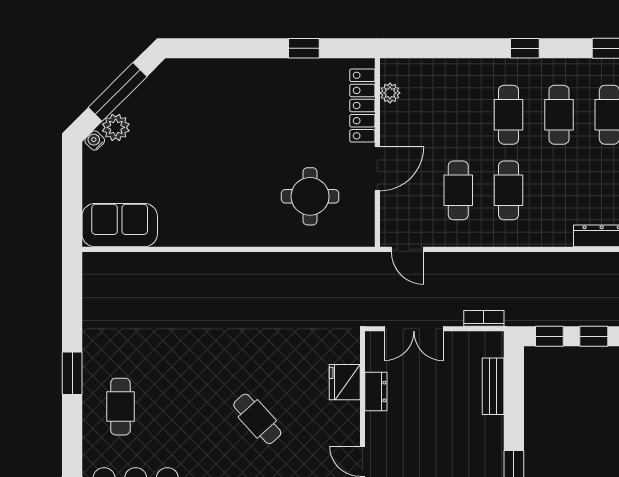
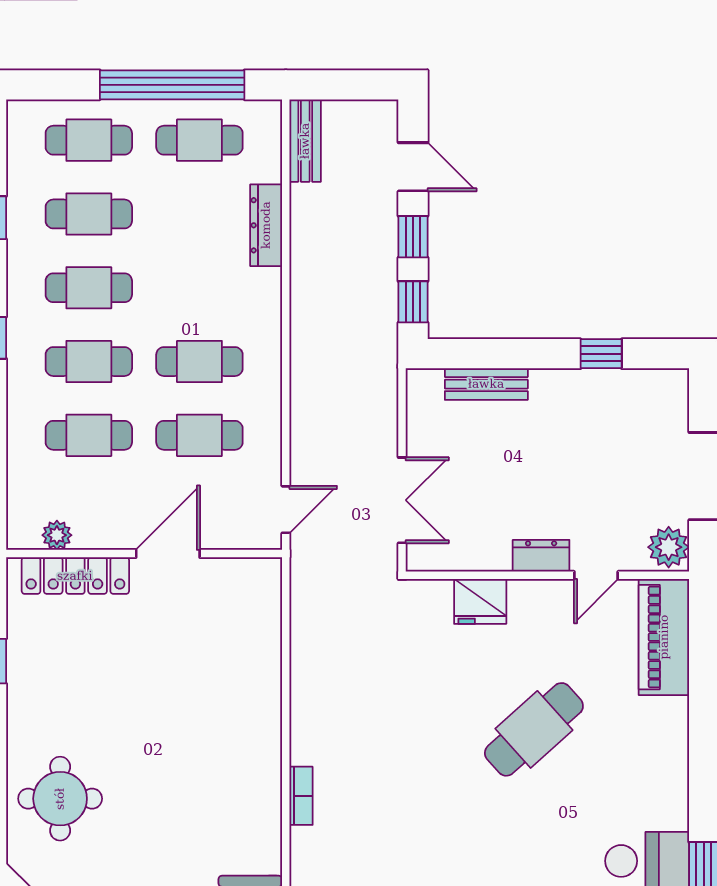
cafe table: (458, 115) -> (89, 435), added
door: (377, 169) -> (168, 554), hinge flipped
round table: (310, 196) -> (60, 799), moved
bookcase: (484, 318) -> (301, 796), moved, turned 180
dresser: (376, 392) -> (541, 556), moved
cafe table: (257, 419) -> (534, 729), width x1.37, depth x1.35

